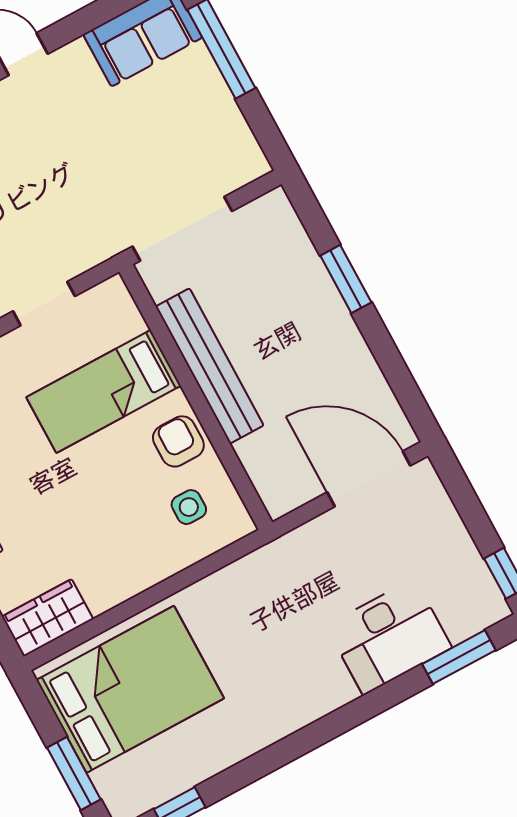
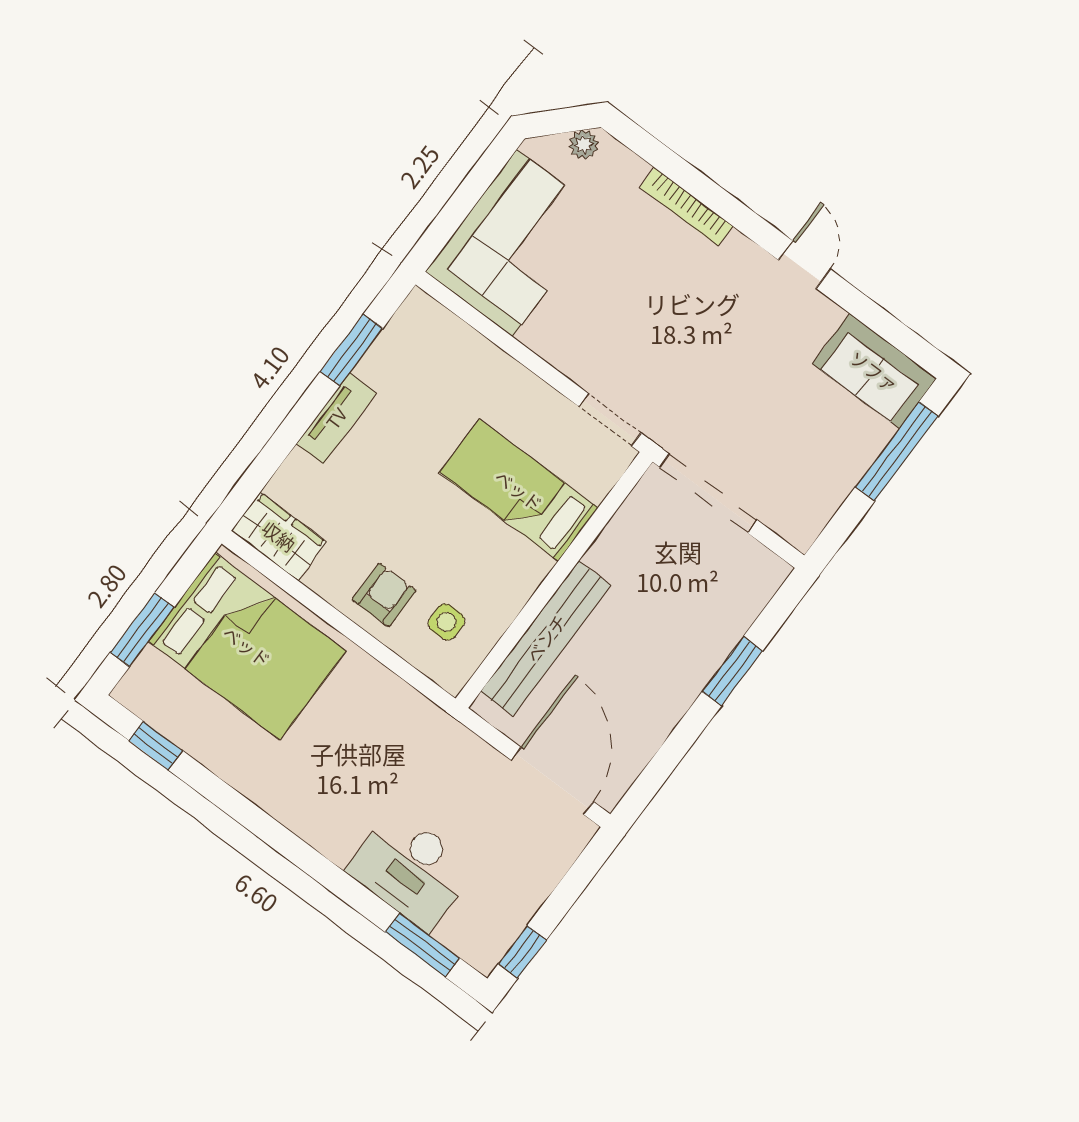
doorway: (44, 304) -> (610, 420), moved
bench: (210, 366) -> (546, 638), moved
armchair: (178, 441) -> (384, 595), moved

